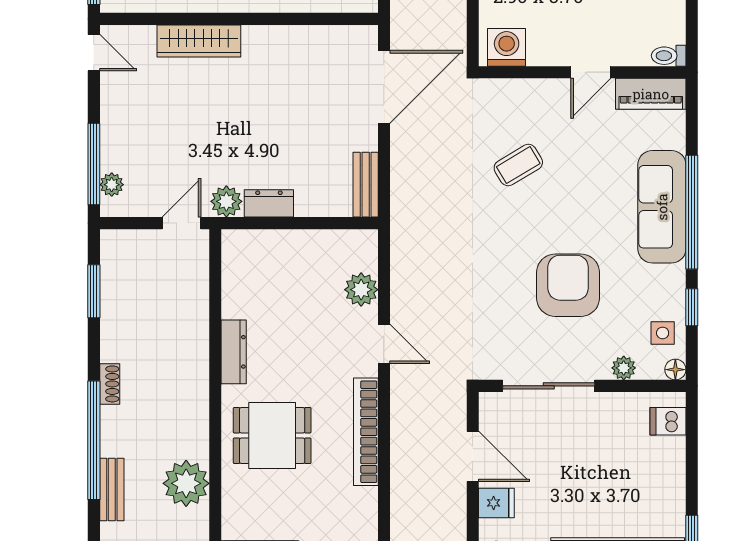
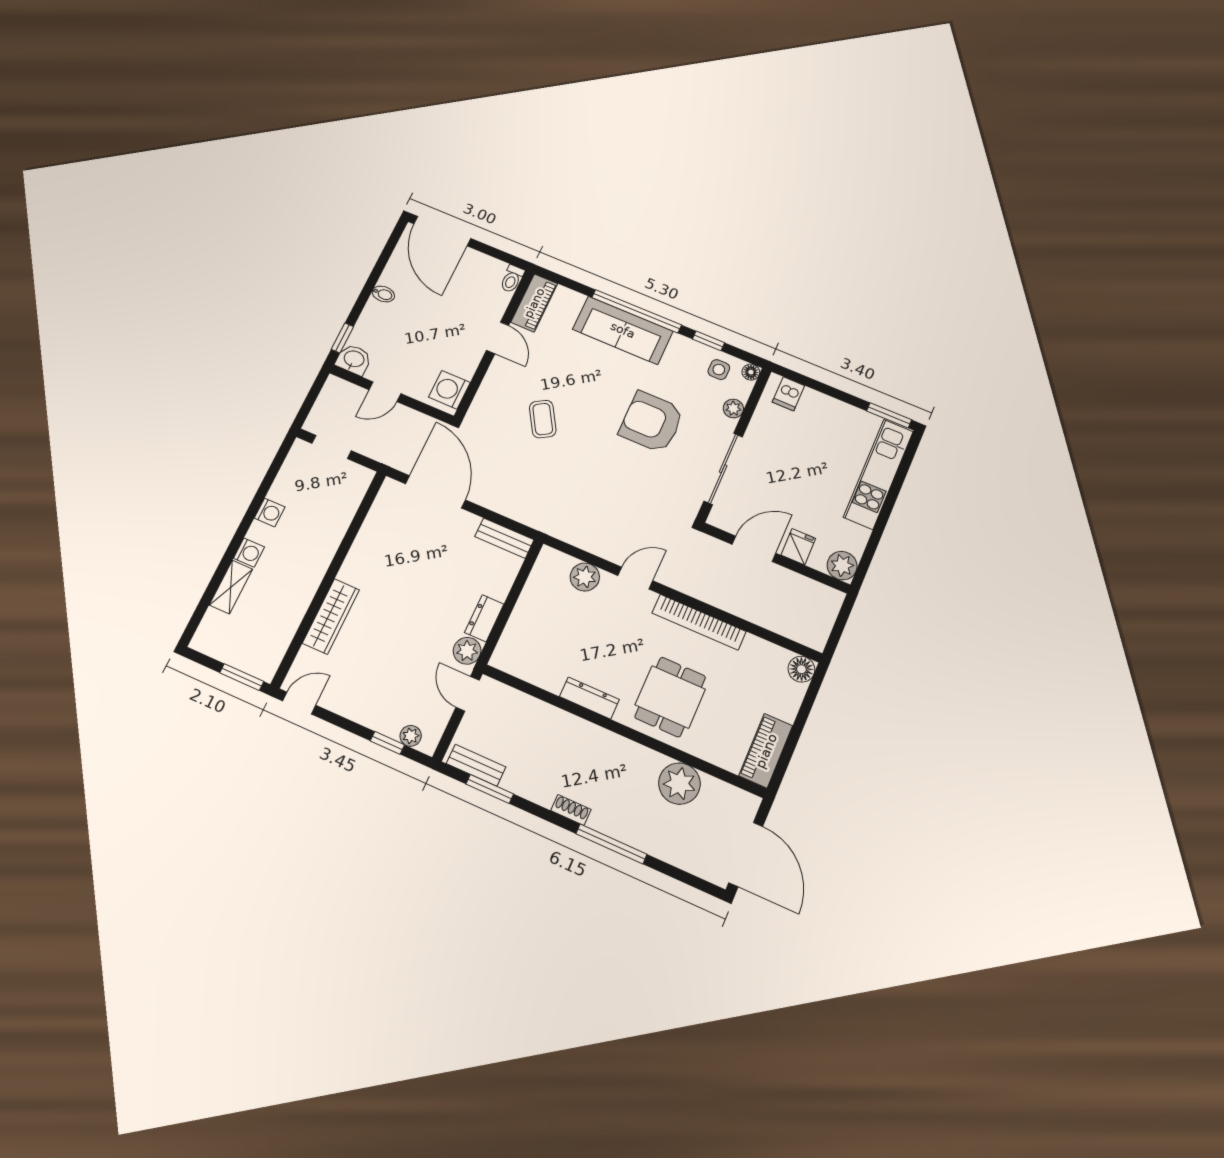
window: (94, 164) -> (387, 743), width x0.46
window: (94, 440) -> (611, 844), width x0.68
bench: (112, 489) -> (476, 765), moved

